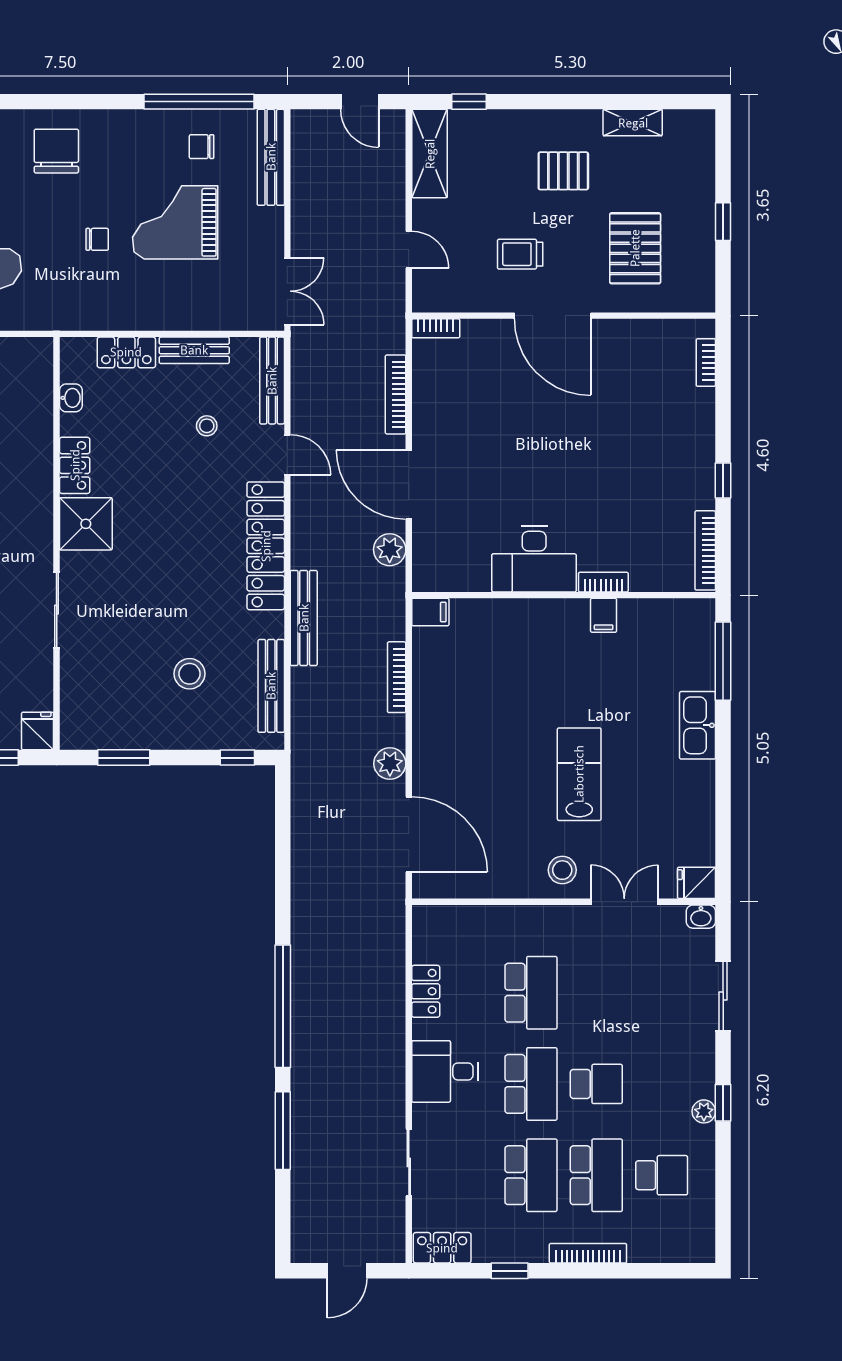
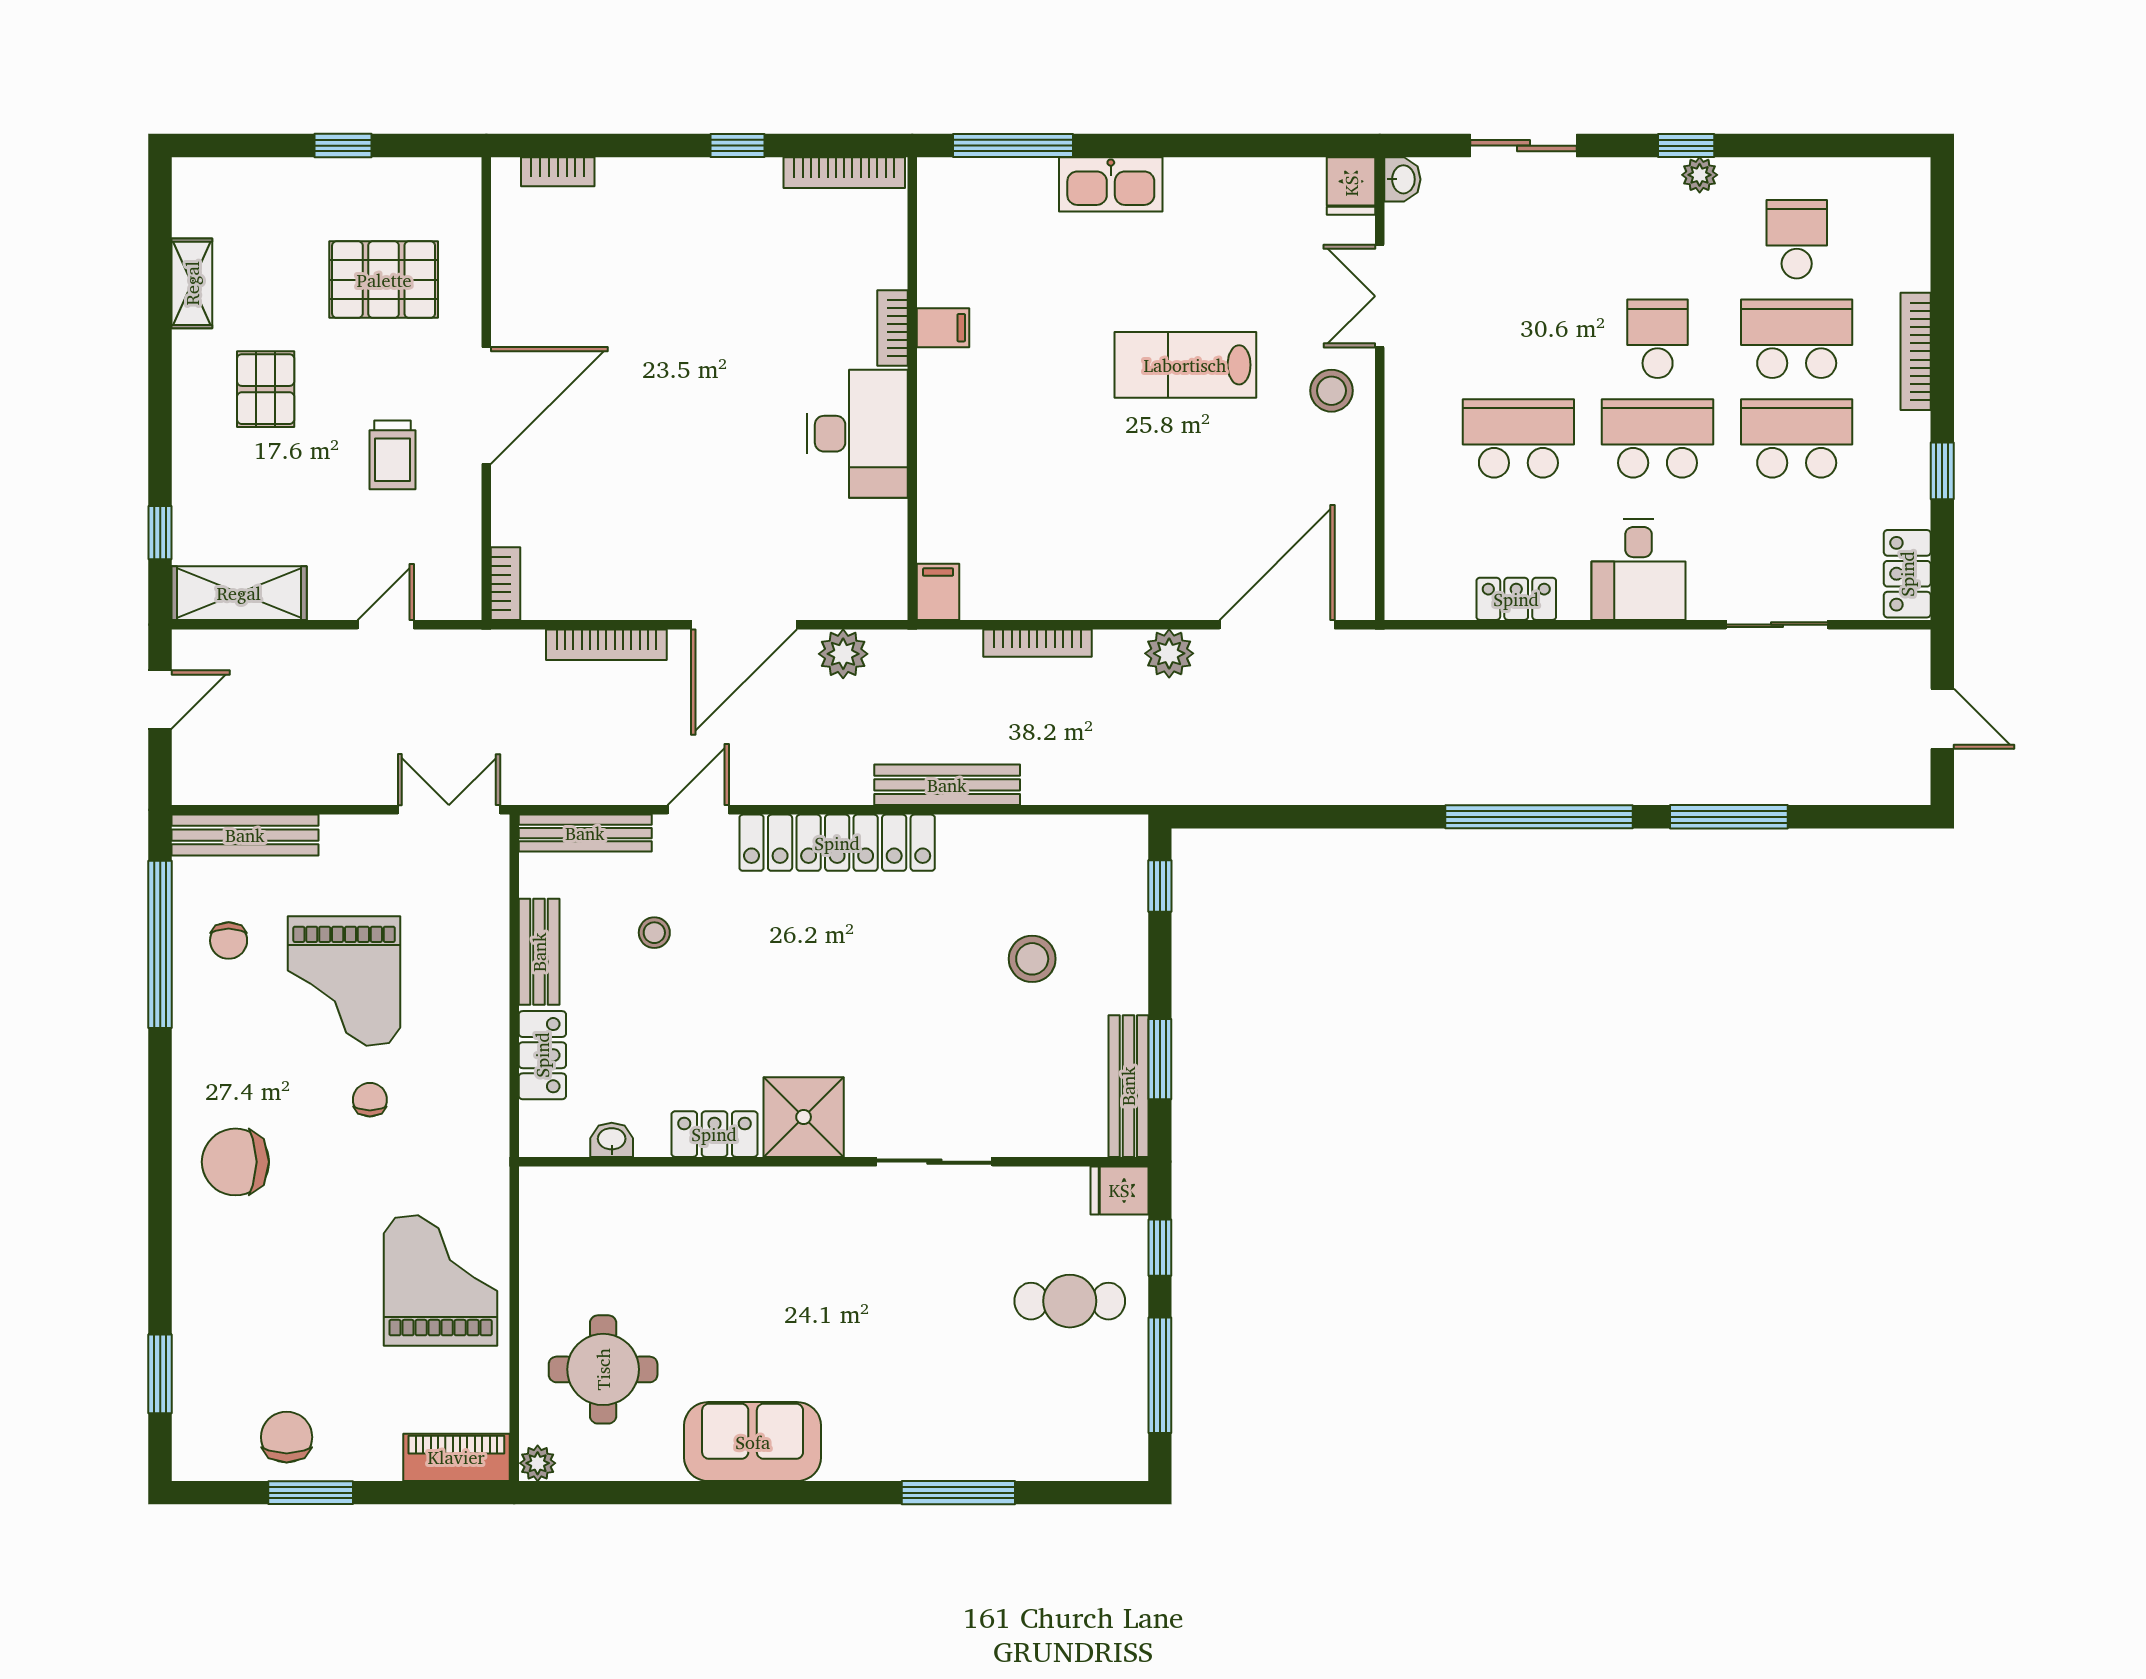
bench: (271, 686) -> (1128, 1086), moved, turned 90

